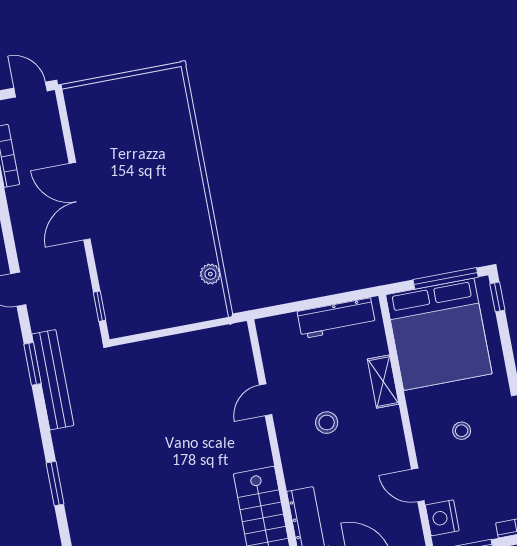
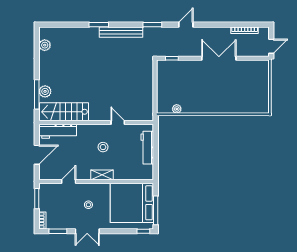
workbench: (336, 318) -> (147, 148), moved
bench: (53, 380) -> (121, 32), moved
shelving: (383, 382) -> (102, 175), moved
nightstand: (442, 518) -> (52, 189), removed

